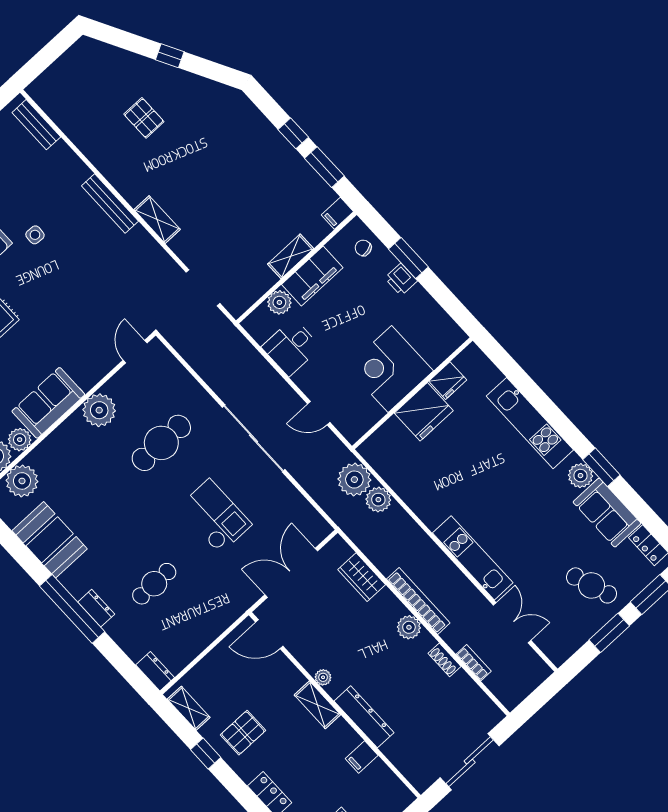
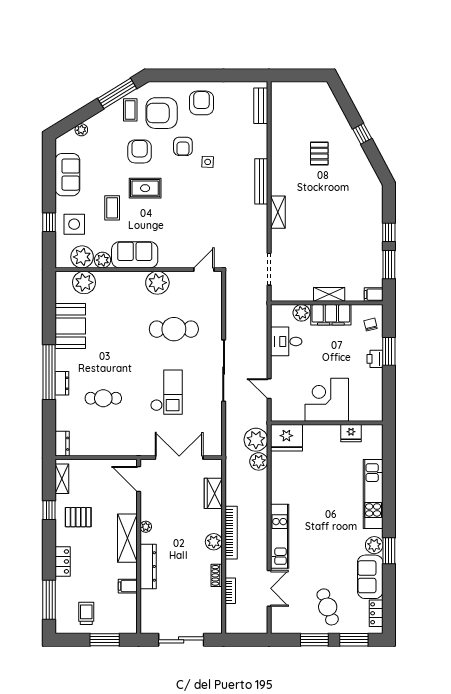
fridge: (424, 412) -> (286, 438), moved
shelving: (317, 705) -> (127, 538), width x1.50, depth x1.33

